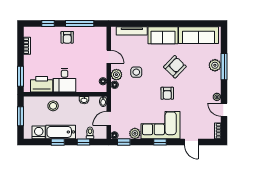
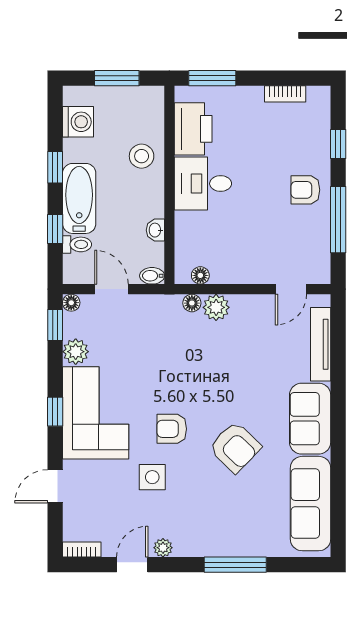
door: (109, 57) -> (291, 289), moved
plant: (215, 65) -> (239, 543), removed
side table: (136, 72) -> (152, 477), moved
bathtub: (61, 132) -> (79, 198), moved

